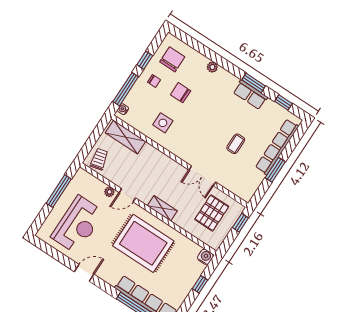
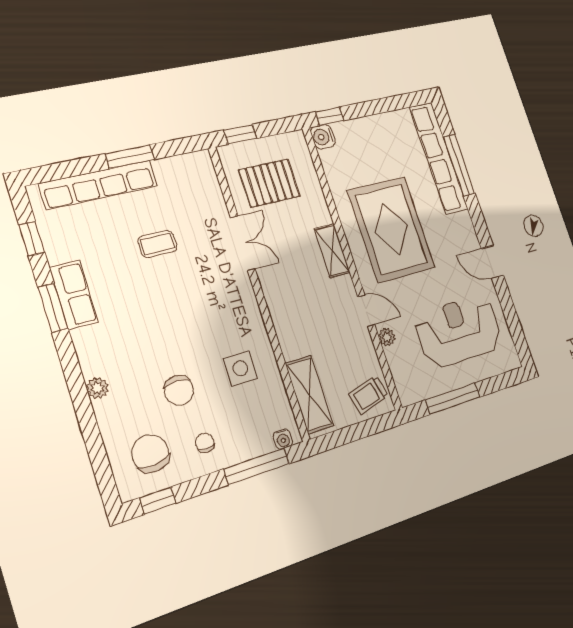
chair: (172, 59) -> (151, 454), turned 84
window: (145, 60) -> (158, 501), moved
window: (200, 284) -> (330, 116), moved

